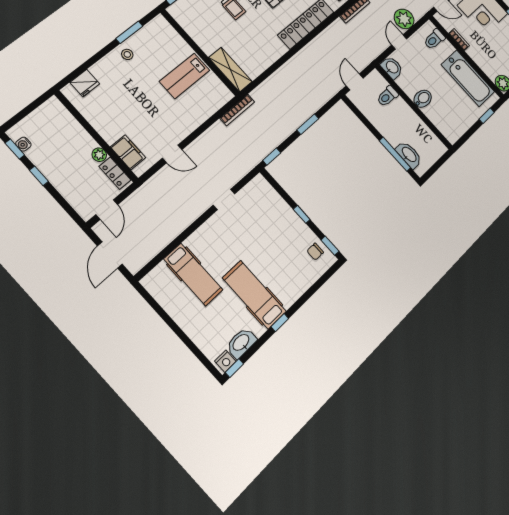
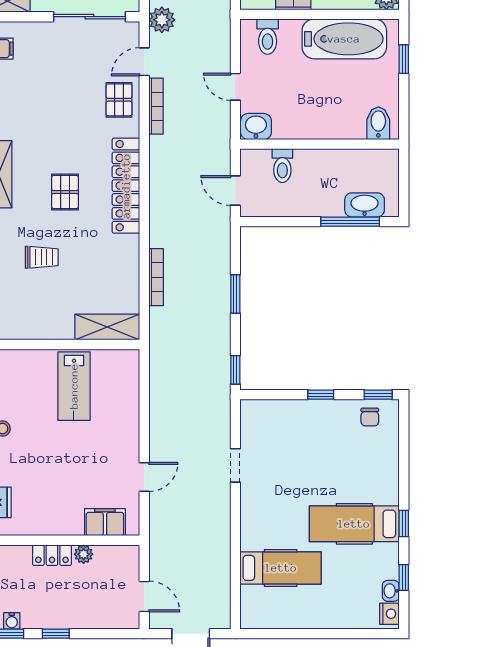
plant: (404, 19) -> (215, 52), removed
bidet: (423, 99) -> (378, 123), moved
bookcase: (237, 110) -> (156, 277), moved
locker: (115, 173) -> (52, 555), moved
washbasin: (241, 343) -> (391, 591), width x0.52, depth x0.69
window: (234, 368) -> (404, 578), moved

